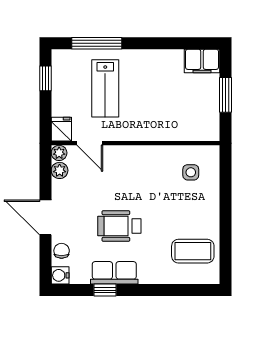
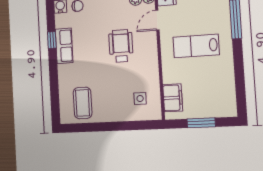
filing cabinet: (202, 61) -> (173, 98), moved, turned 180
lab bench: (105, 88) -> (196, 46), moved
wheelchair: (119, 226) -> (121, 46), moved

